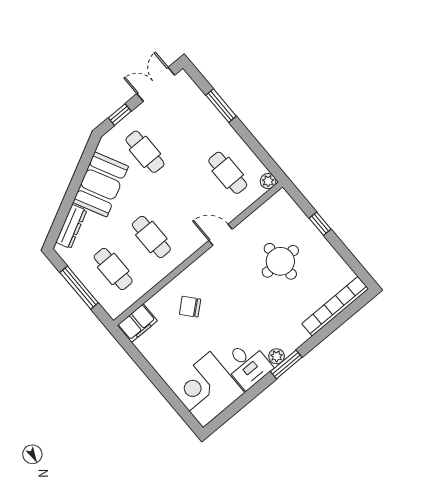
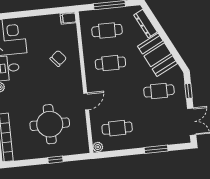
round table: (280, 261) -> (50, 124), width x1.36, depth x1.36
filing cabinet: (137, 323) -> (68, 18), width x0.50

